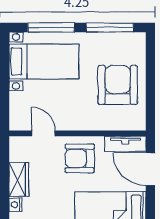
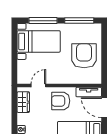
door: (43, 133) -> (38, 86), hinge flipped
wardrobe: (19, 180) -> (23, 102), moved

